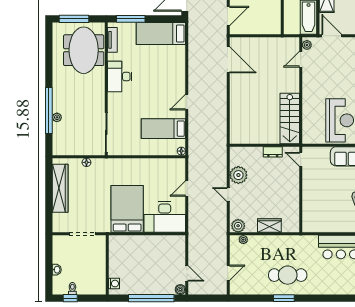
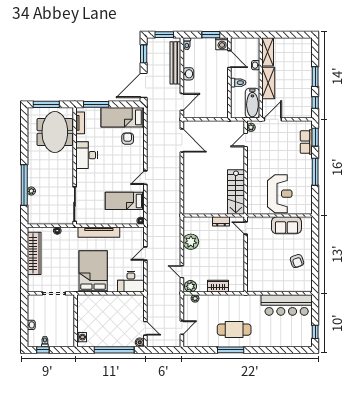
door: (332, 36) -> (273, 119), hinge flipped
armchair: (167, 58) -> (128, 139), added
tv unit: (134, 164) -> (99, 232), added
door: (228, 195) -> (182, 272), moved
desk: (165, 217) -> (131, 282), width x0.73, depth x0.77
window: (284, 298) -> (231, 350), width x1.44

